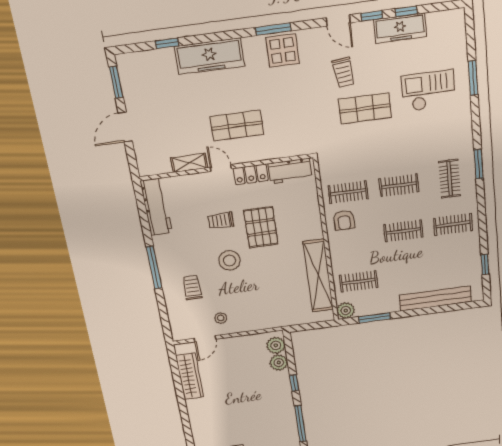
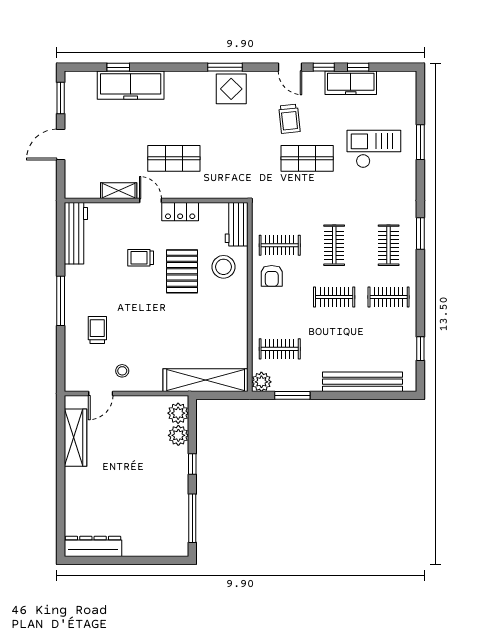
freezer: (210, 56) -> (131, 85), moved
workbench: (290, 171) -> (237, 224), moved, turned 90
clothes rail: (399, 185) -> (334, 245), turned 90
stool: (229, 260) -> (223, 267), moved
shelving: (318, 276) -> (206, 380), moved, turned 90

